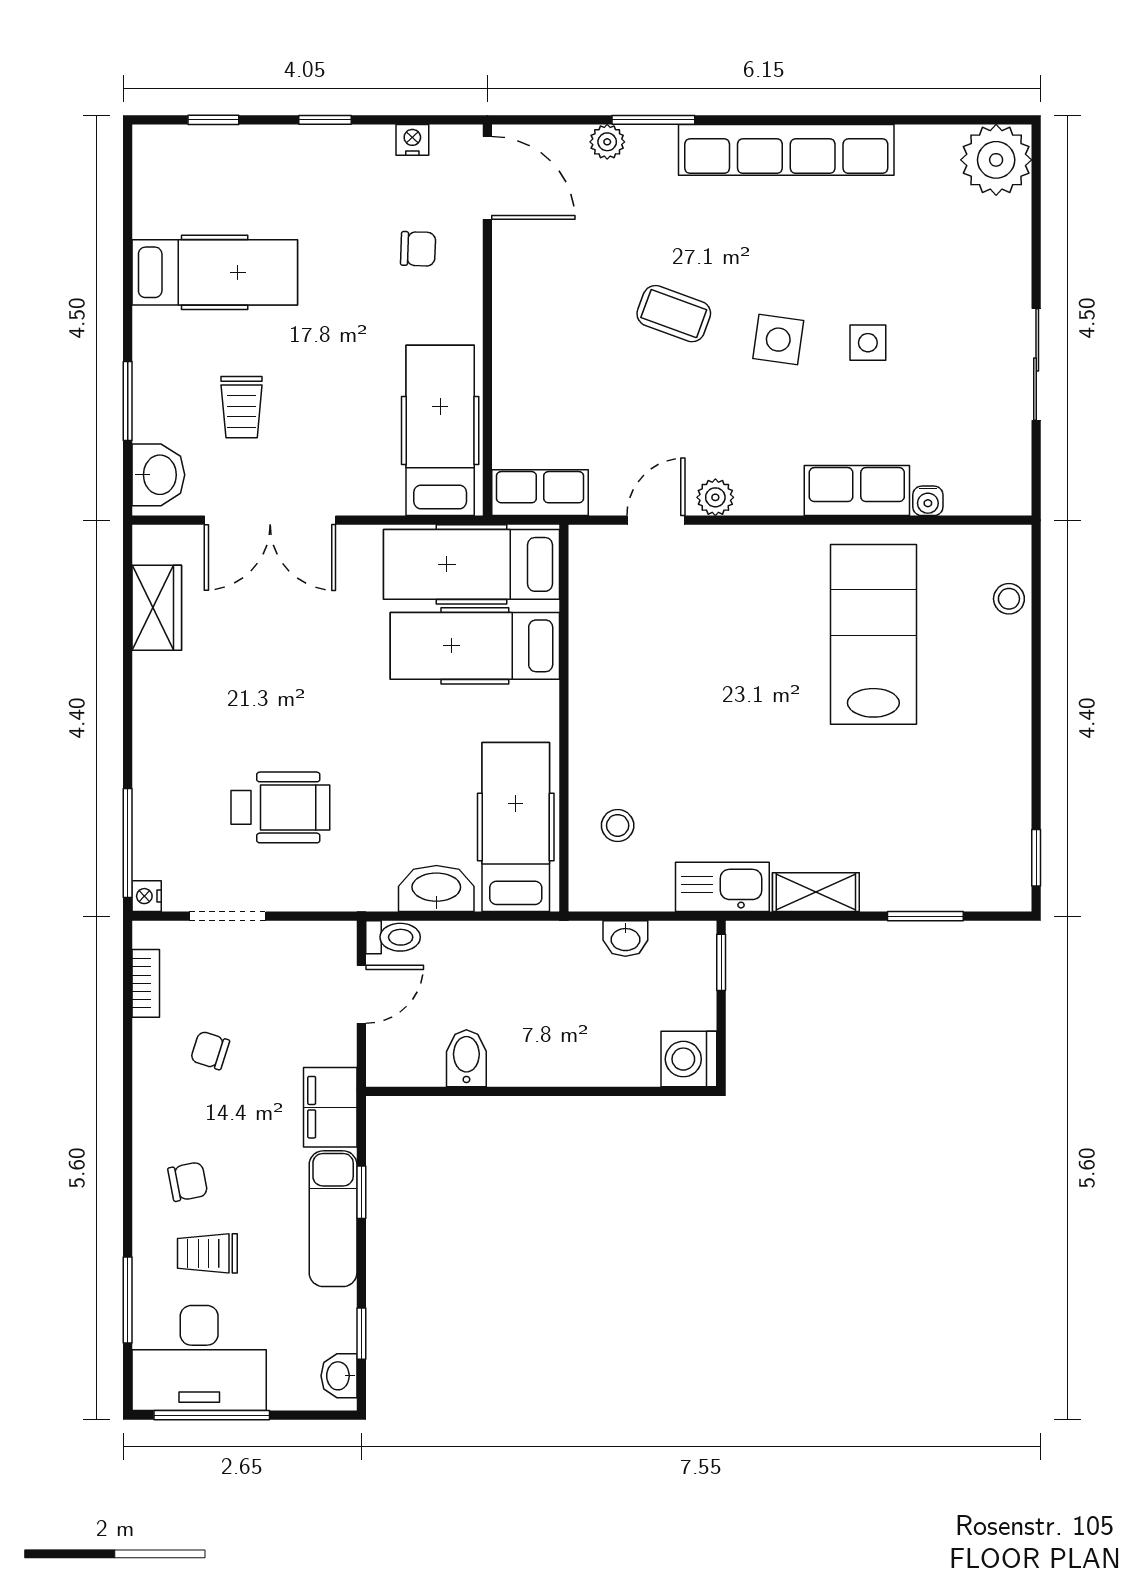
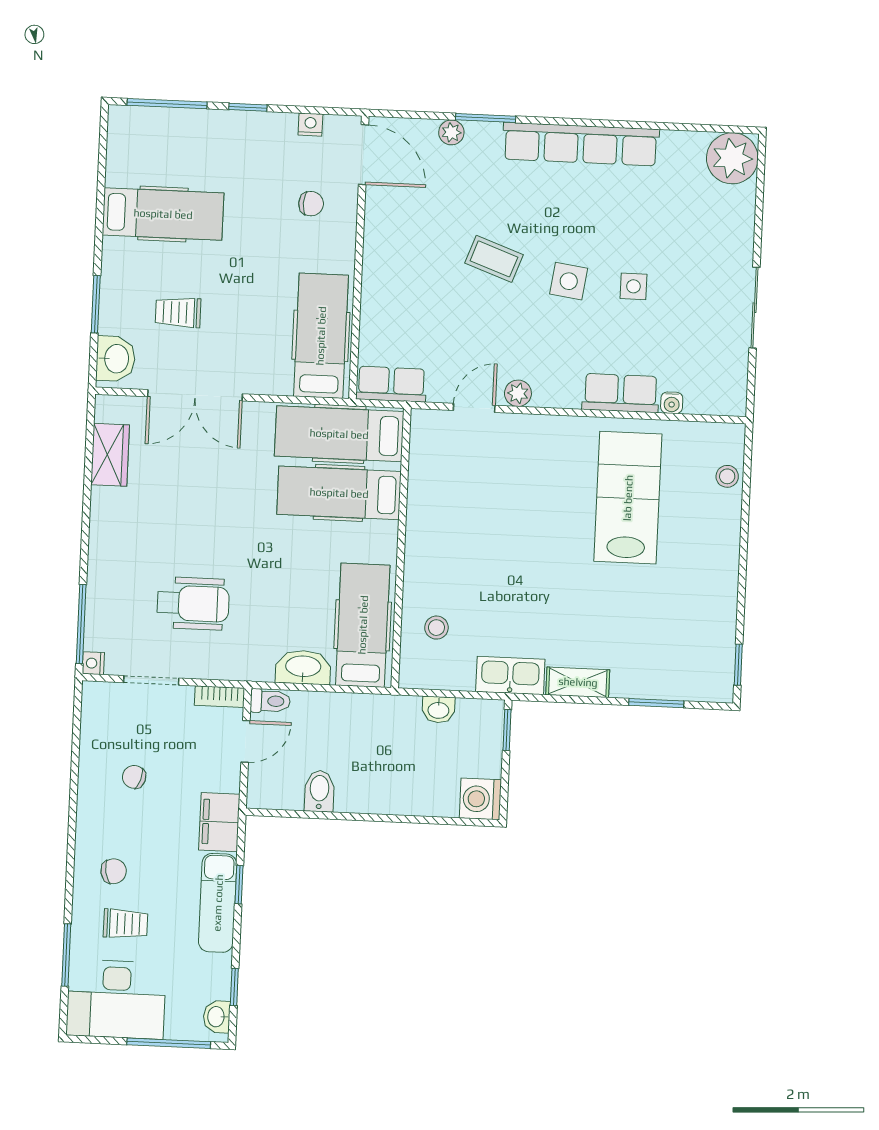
window: (213, 120) -> (167, 104), width x2.17
trolley: (242, 407) -> (178, 312), turned 90
bookcase: (146, 983) -> (220, 697), moved, turned 90
trolley: (207, 1253) -> (125, 924), turned 180
window: (212, 1415) -> (169, 1043), moved

